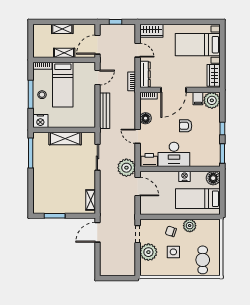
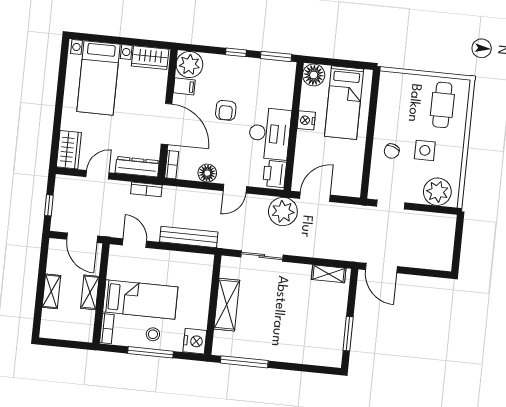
plant: (190, 226) -> (385, 120), removed
plant: (148, 252) -> (437, 192), moved
cafe table: (203, 260) -> (442, 105), turned 90

